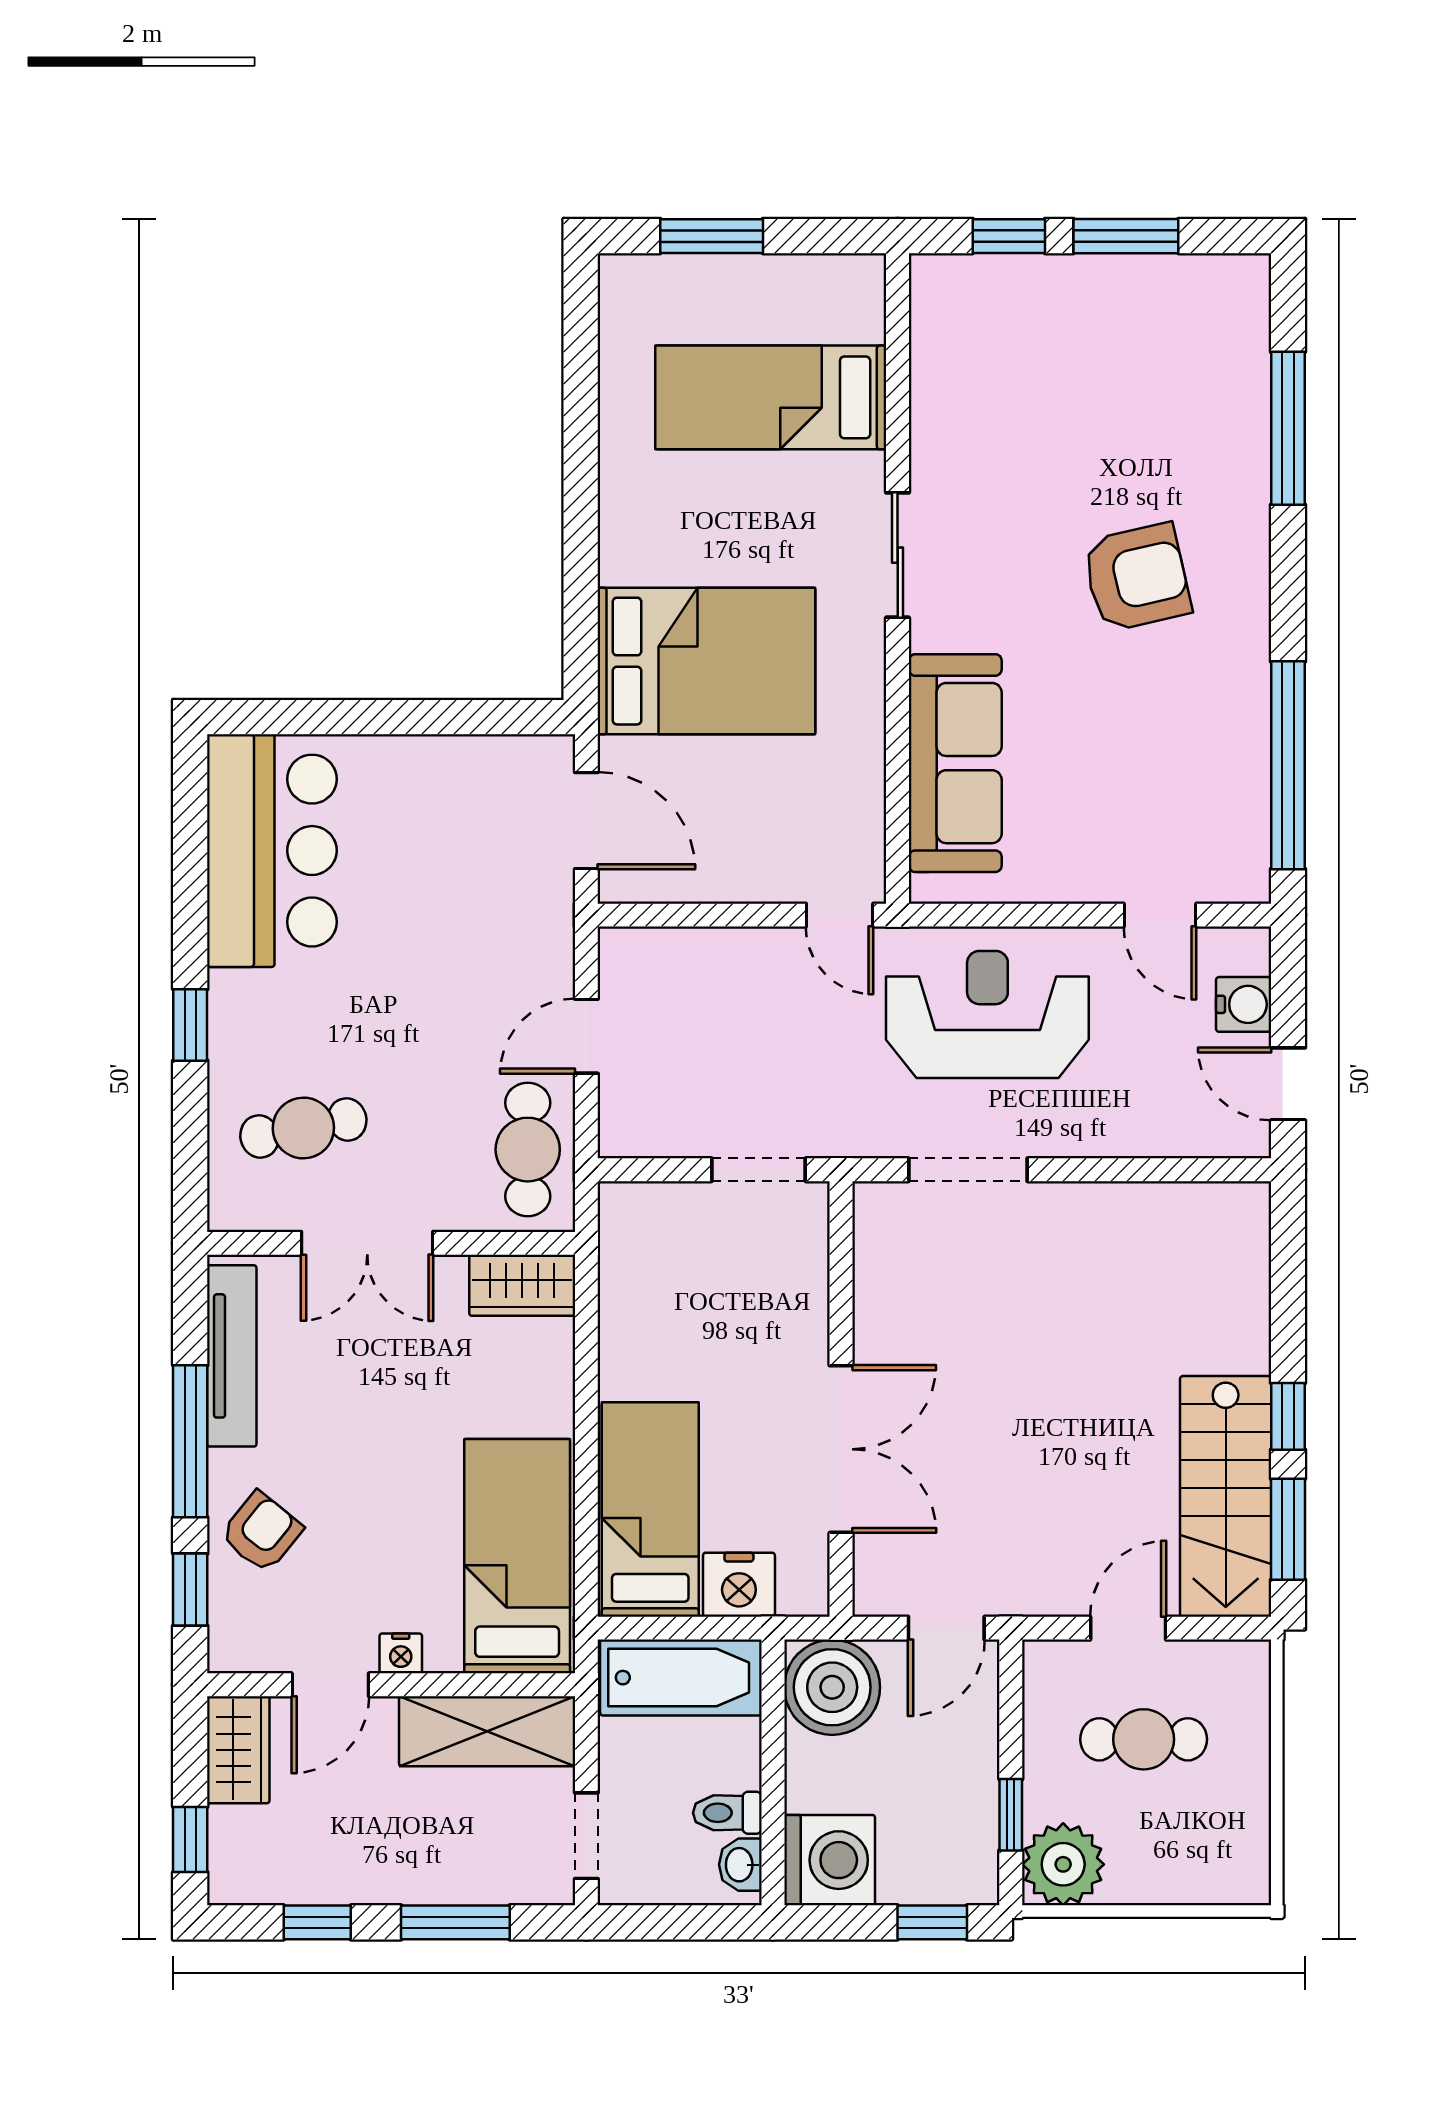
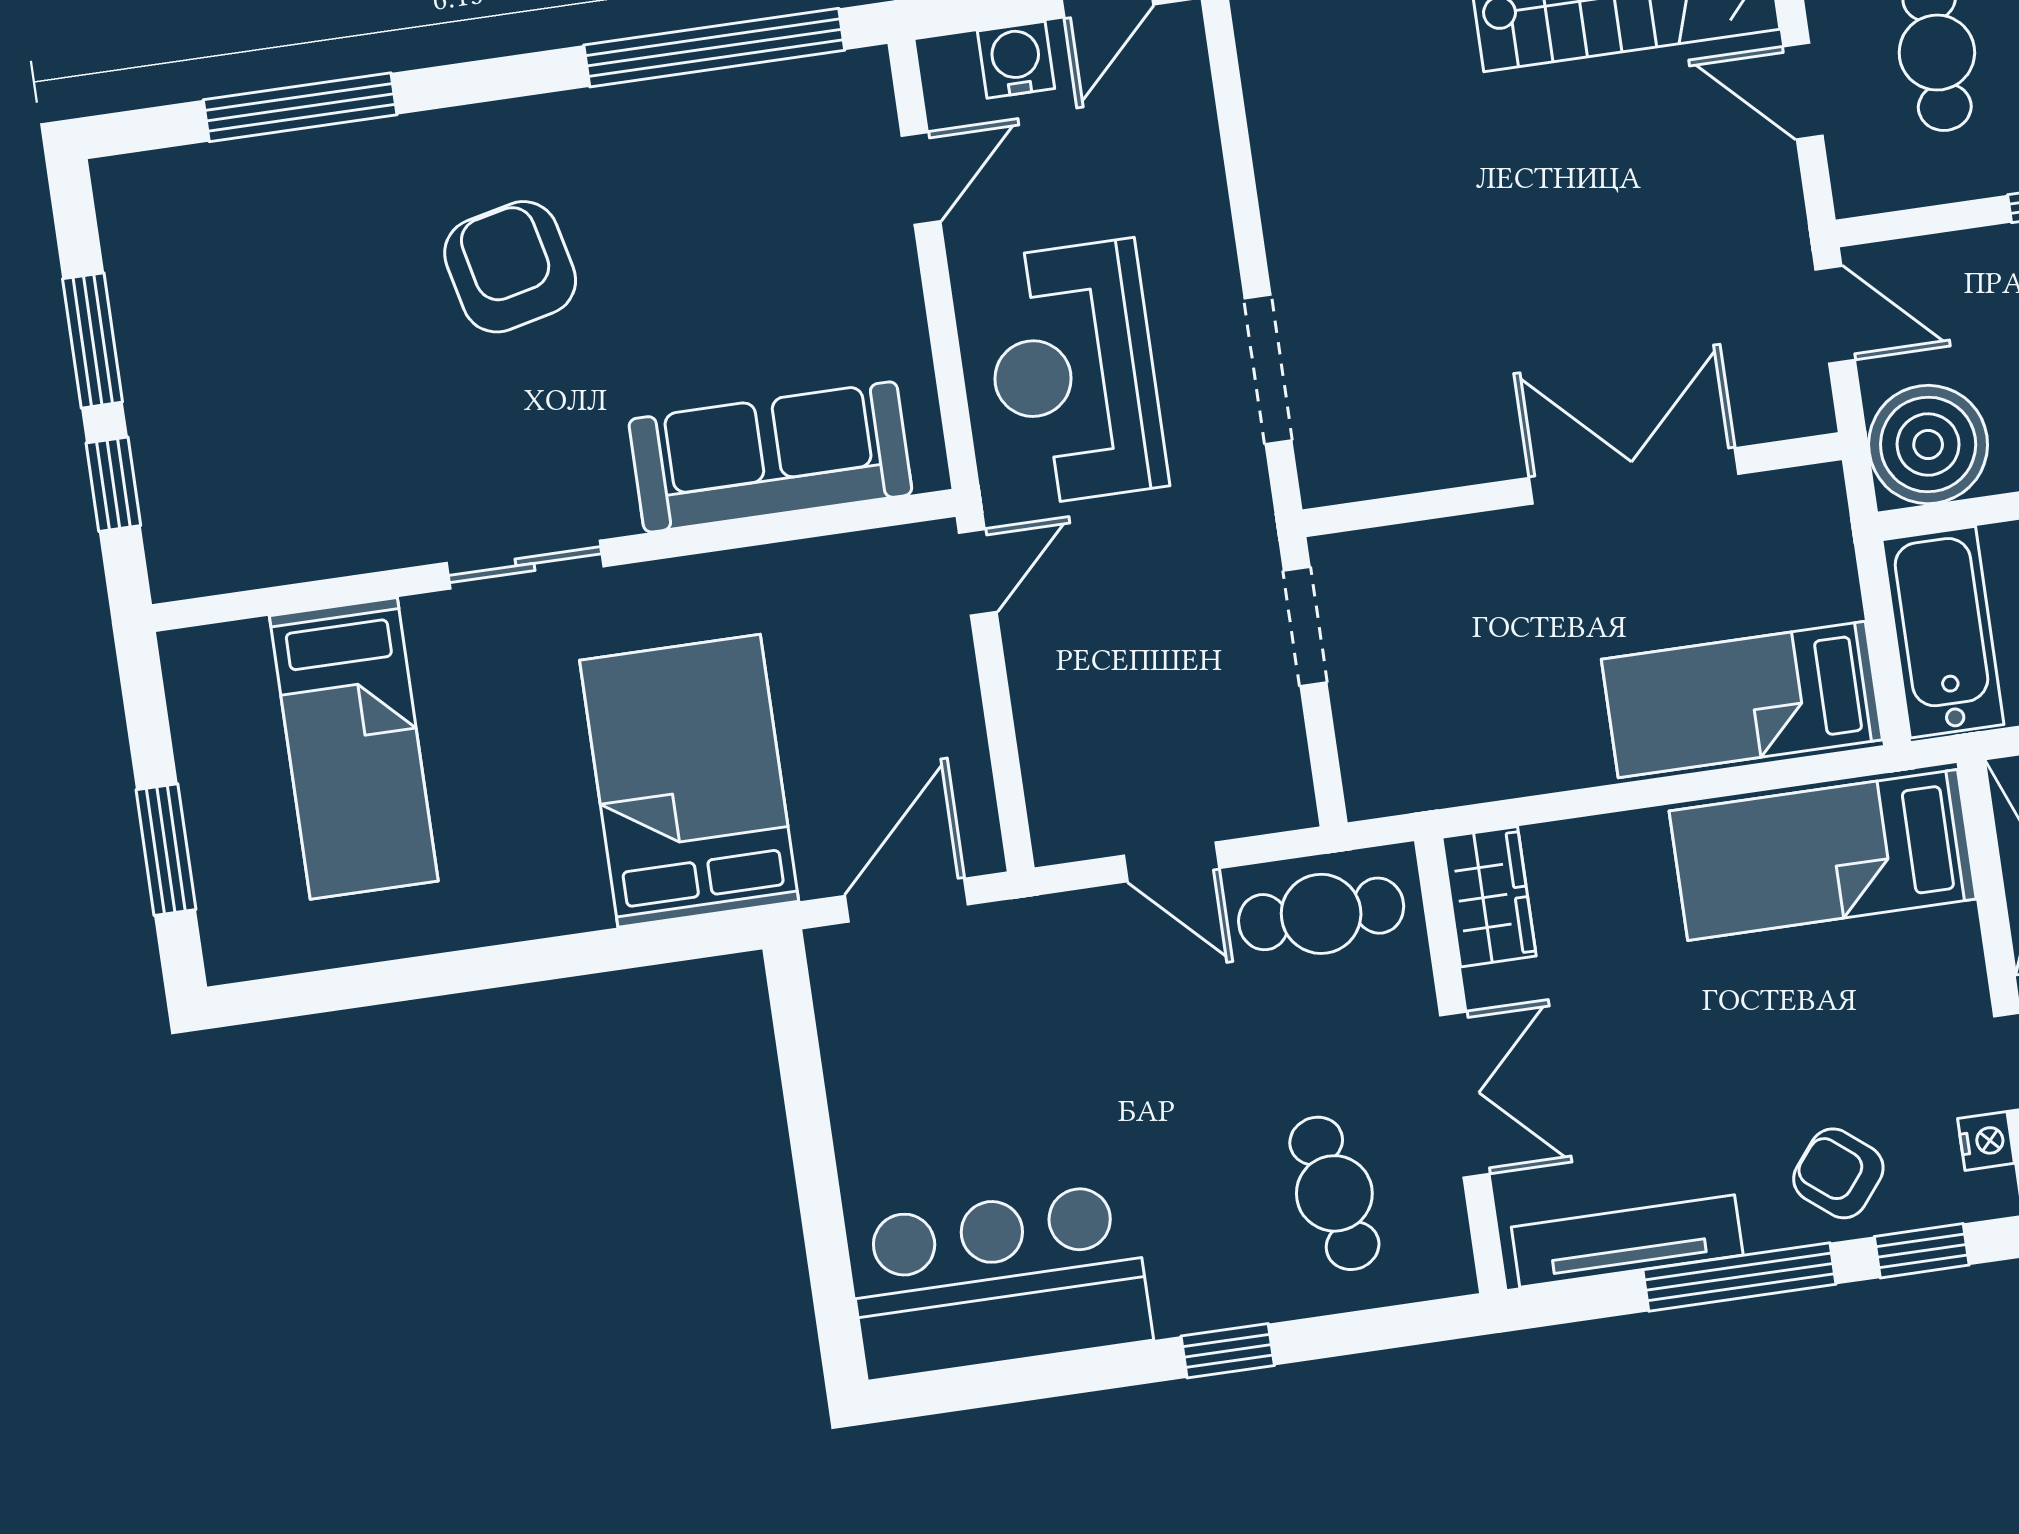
nightstand: (739, 1585) -> (1819, 577), removed
nightstand: (401, 1653) -> (1986, 1141), moved

